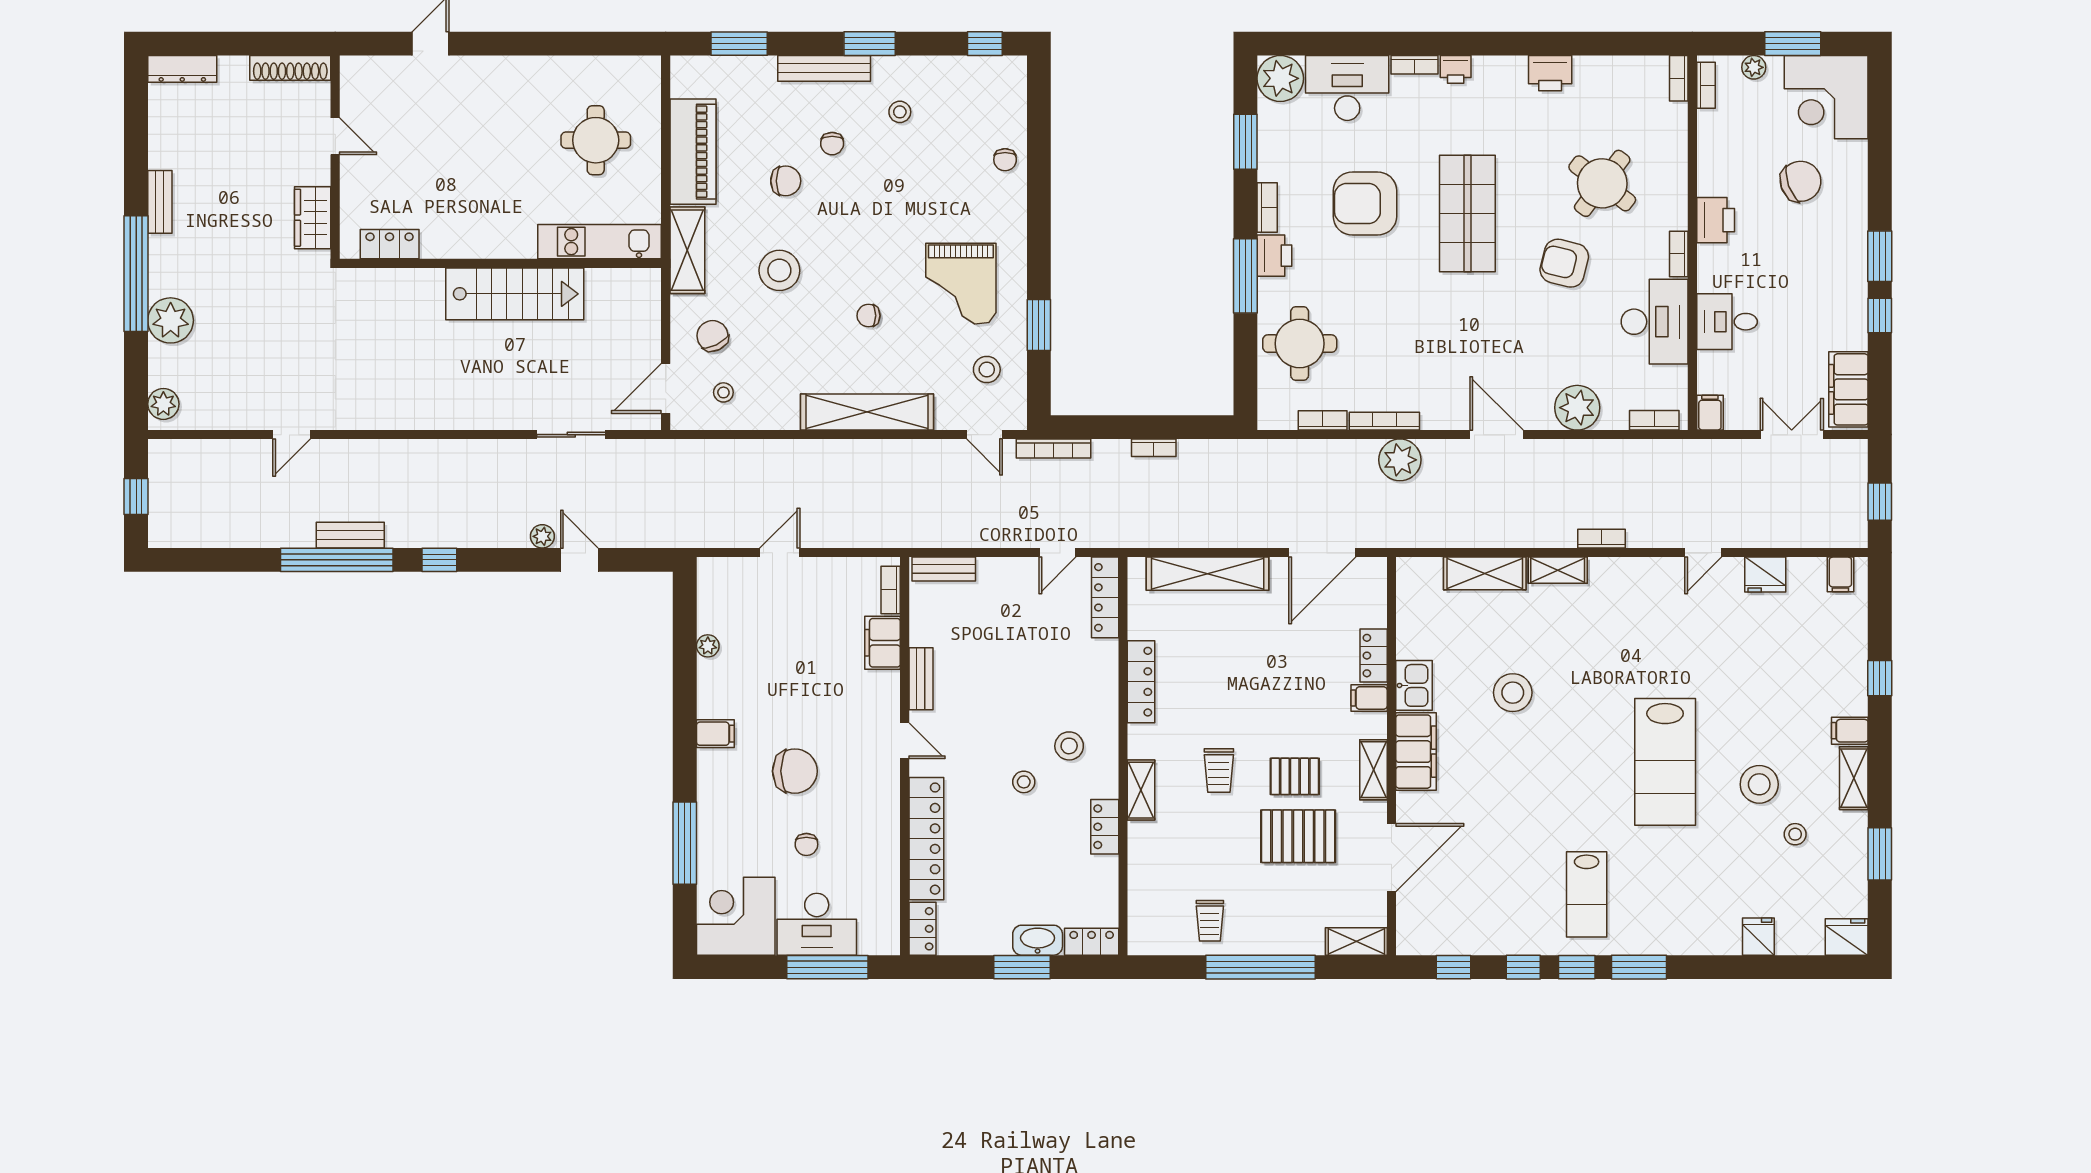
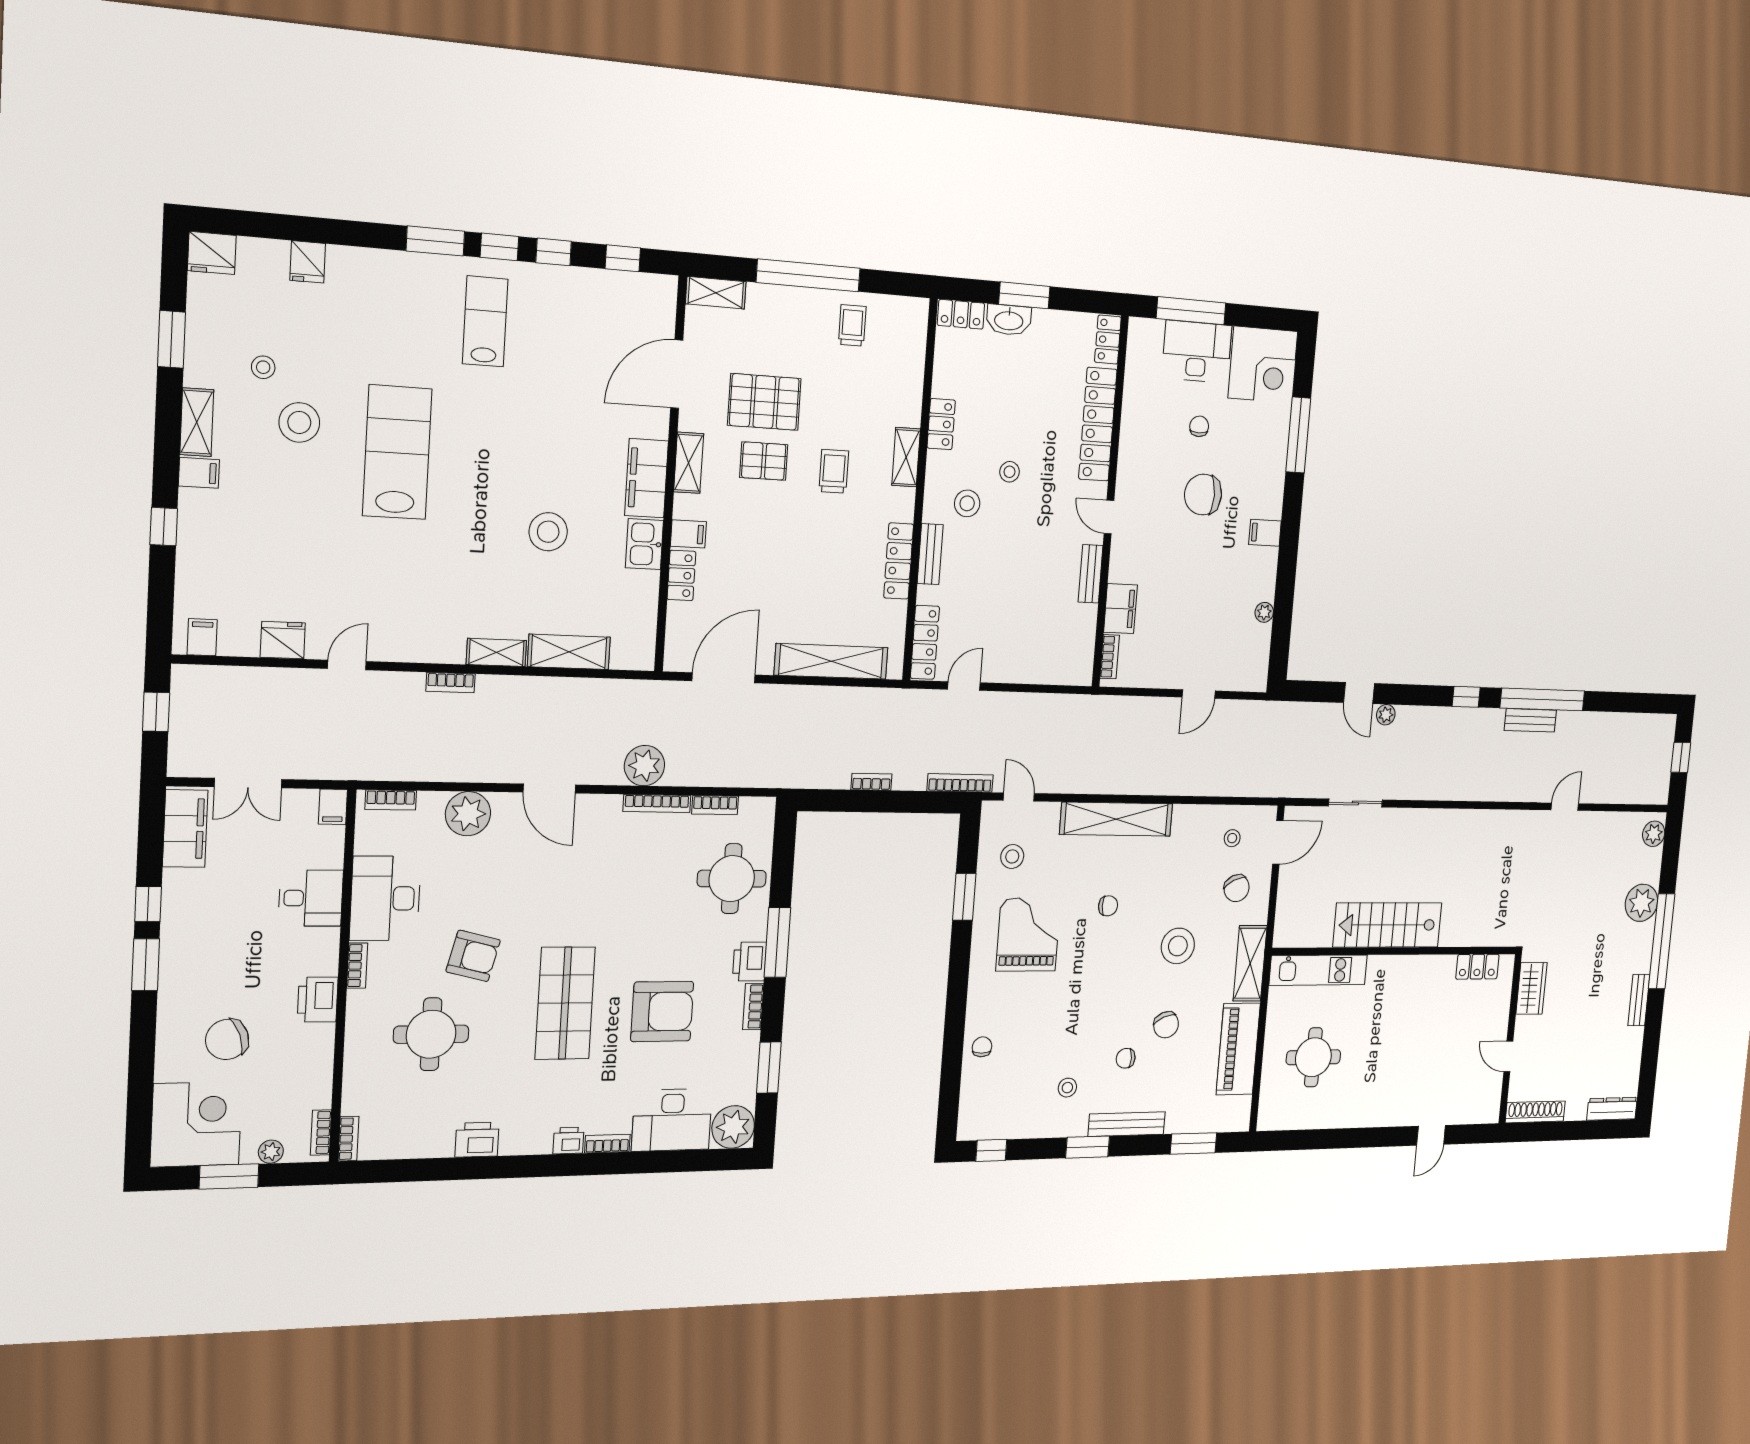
chair: (832, 144) -> (1126, 1058), turned -90
chair: (786, 181) -> (1166, 1025), turned -112
round table: (1602, 183) -> (431, 1034), turned -37
bench: (944, 569) -> (930, 554), moved, turned 90

